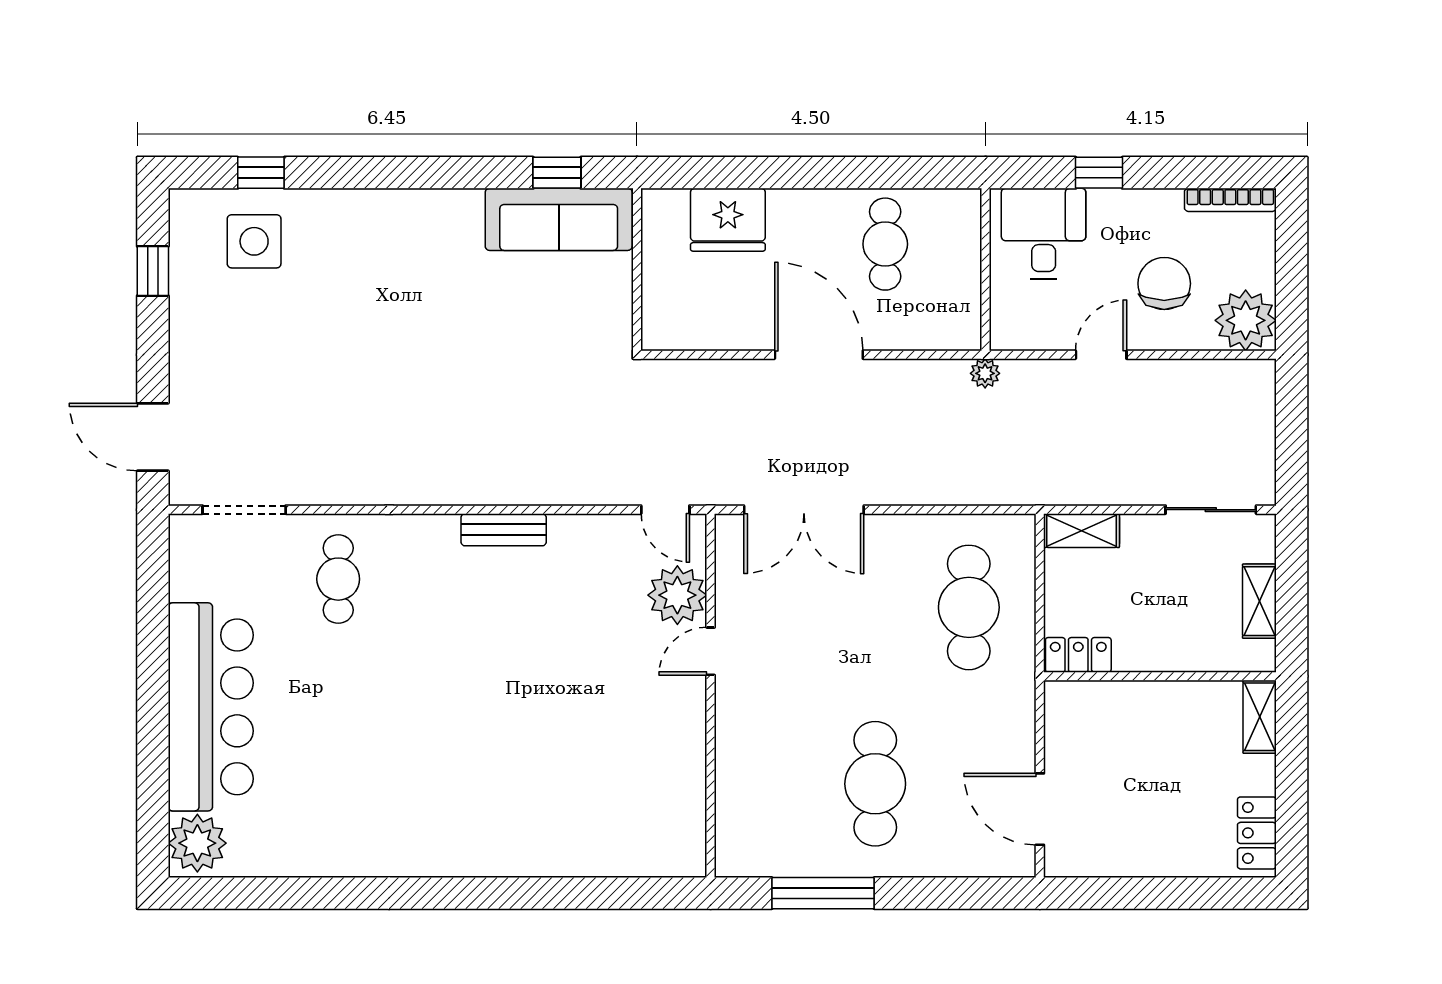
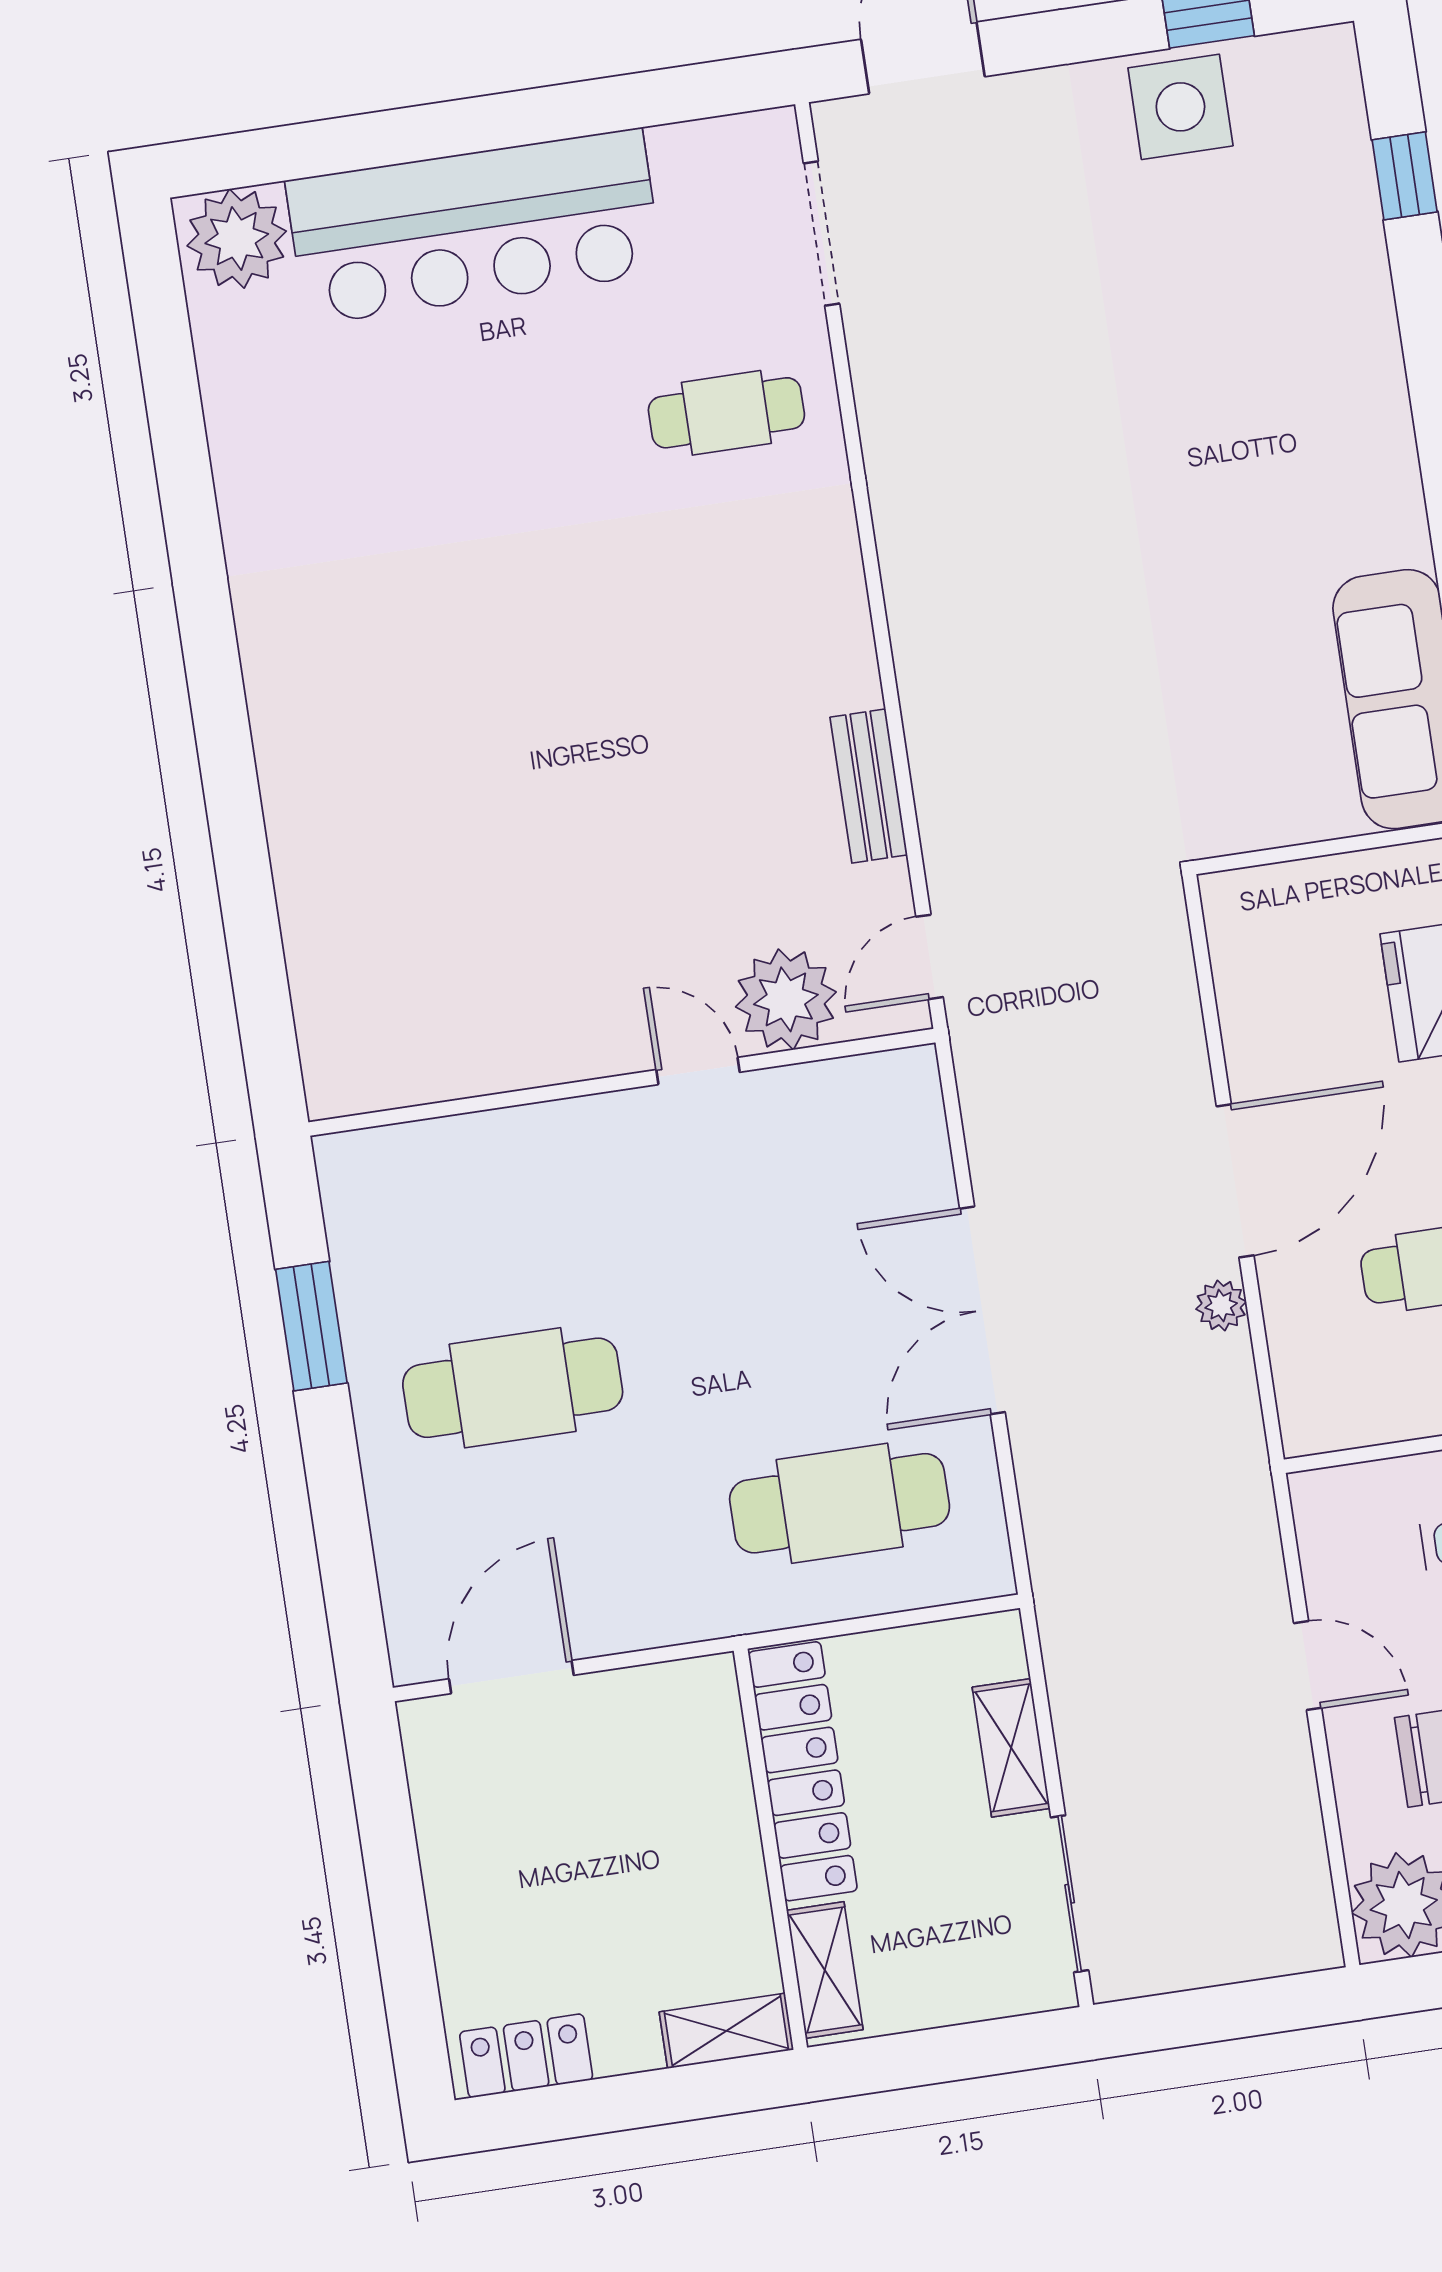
side table: (254, 241) -> (1180, 107), moved
plant: (985, 373) -> (1221, 1305), moved
double door: (804, 510) -> (982, 1310), moved
bench: (504, 530) -> (869, 786), moved
shelving: (1081, 531) -> (1011, 1748), moved
shelving: (1259, 601) -> (825, 1970), moved, turned 90
locker: (1078, 655) -> (803, 1771), width x2.16, depth x1.21
window: (823, 893) -> (311, 1326), width x0.69

